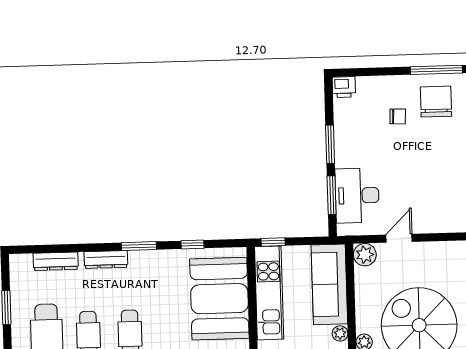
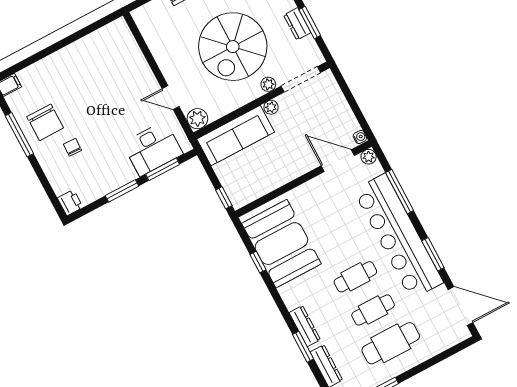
chair: (436, 102) -> (45, 122), turned -90
window: (139, 246) -> (303, 347), moved
kitchen unit: (269, 293) -> (267, 181), removed
booth: (219, 299) -> (281, 244), moved, turned 90

